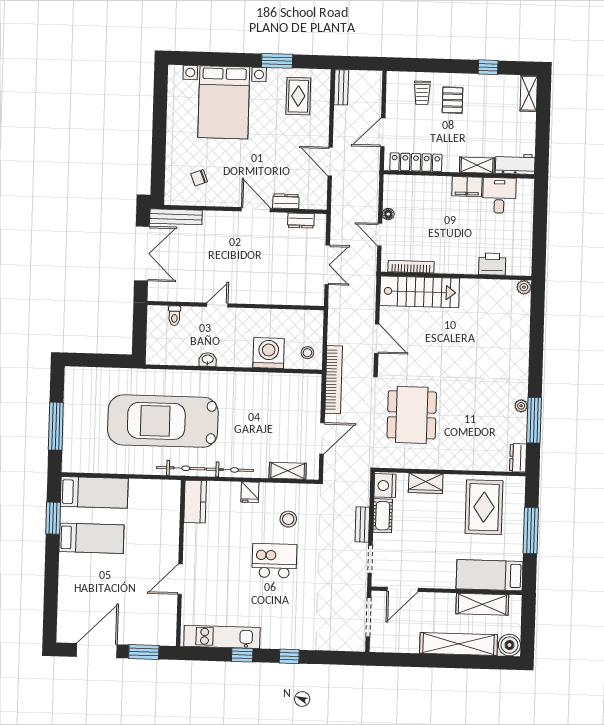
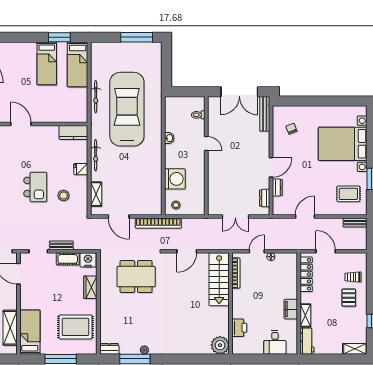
pallet: (453, 100) -> (349, 298), turned 90
desk: (499, 195) -> (275, 342), moved, turned 90
plant: (524, 287) -> (220, 345), width x1.87, depth x1.87
window: (56, 426) -> (137, 37), moved
bicycle: (181, 468) -> (96, 97), moved

